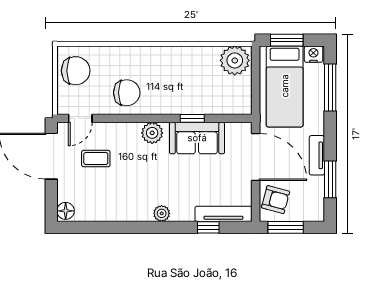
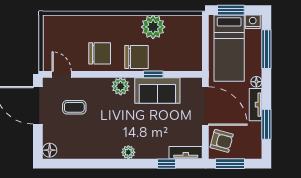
plant: (235, 60) -> (153, 27), moved
chair: (76, 71) -> (137, 57), moved
door: (80, 118) -> (62, 74), swing flipped
floor lamp: (318, 127) -> (256, 82), added
tv unit: (223, 214) -> (186, 153), width x0.71

